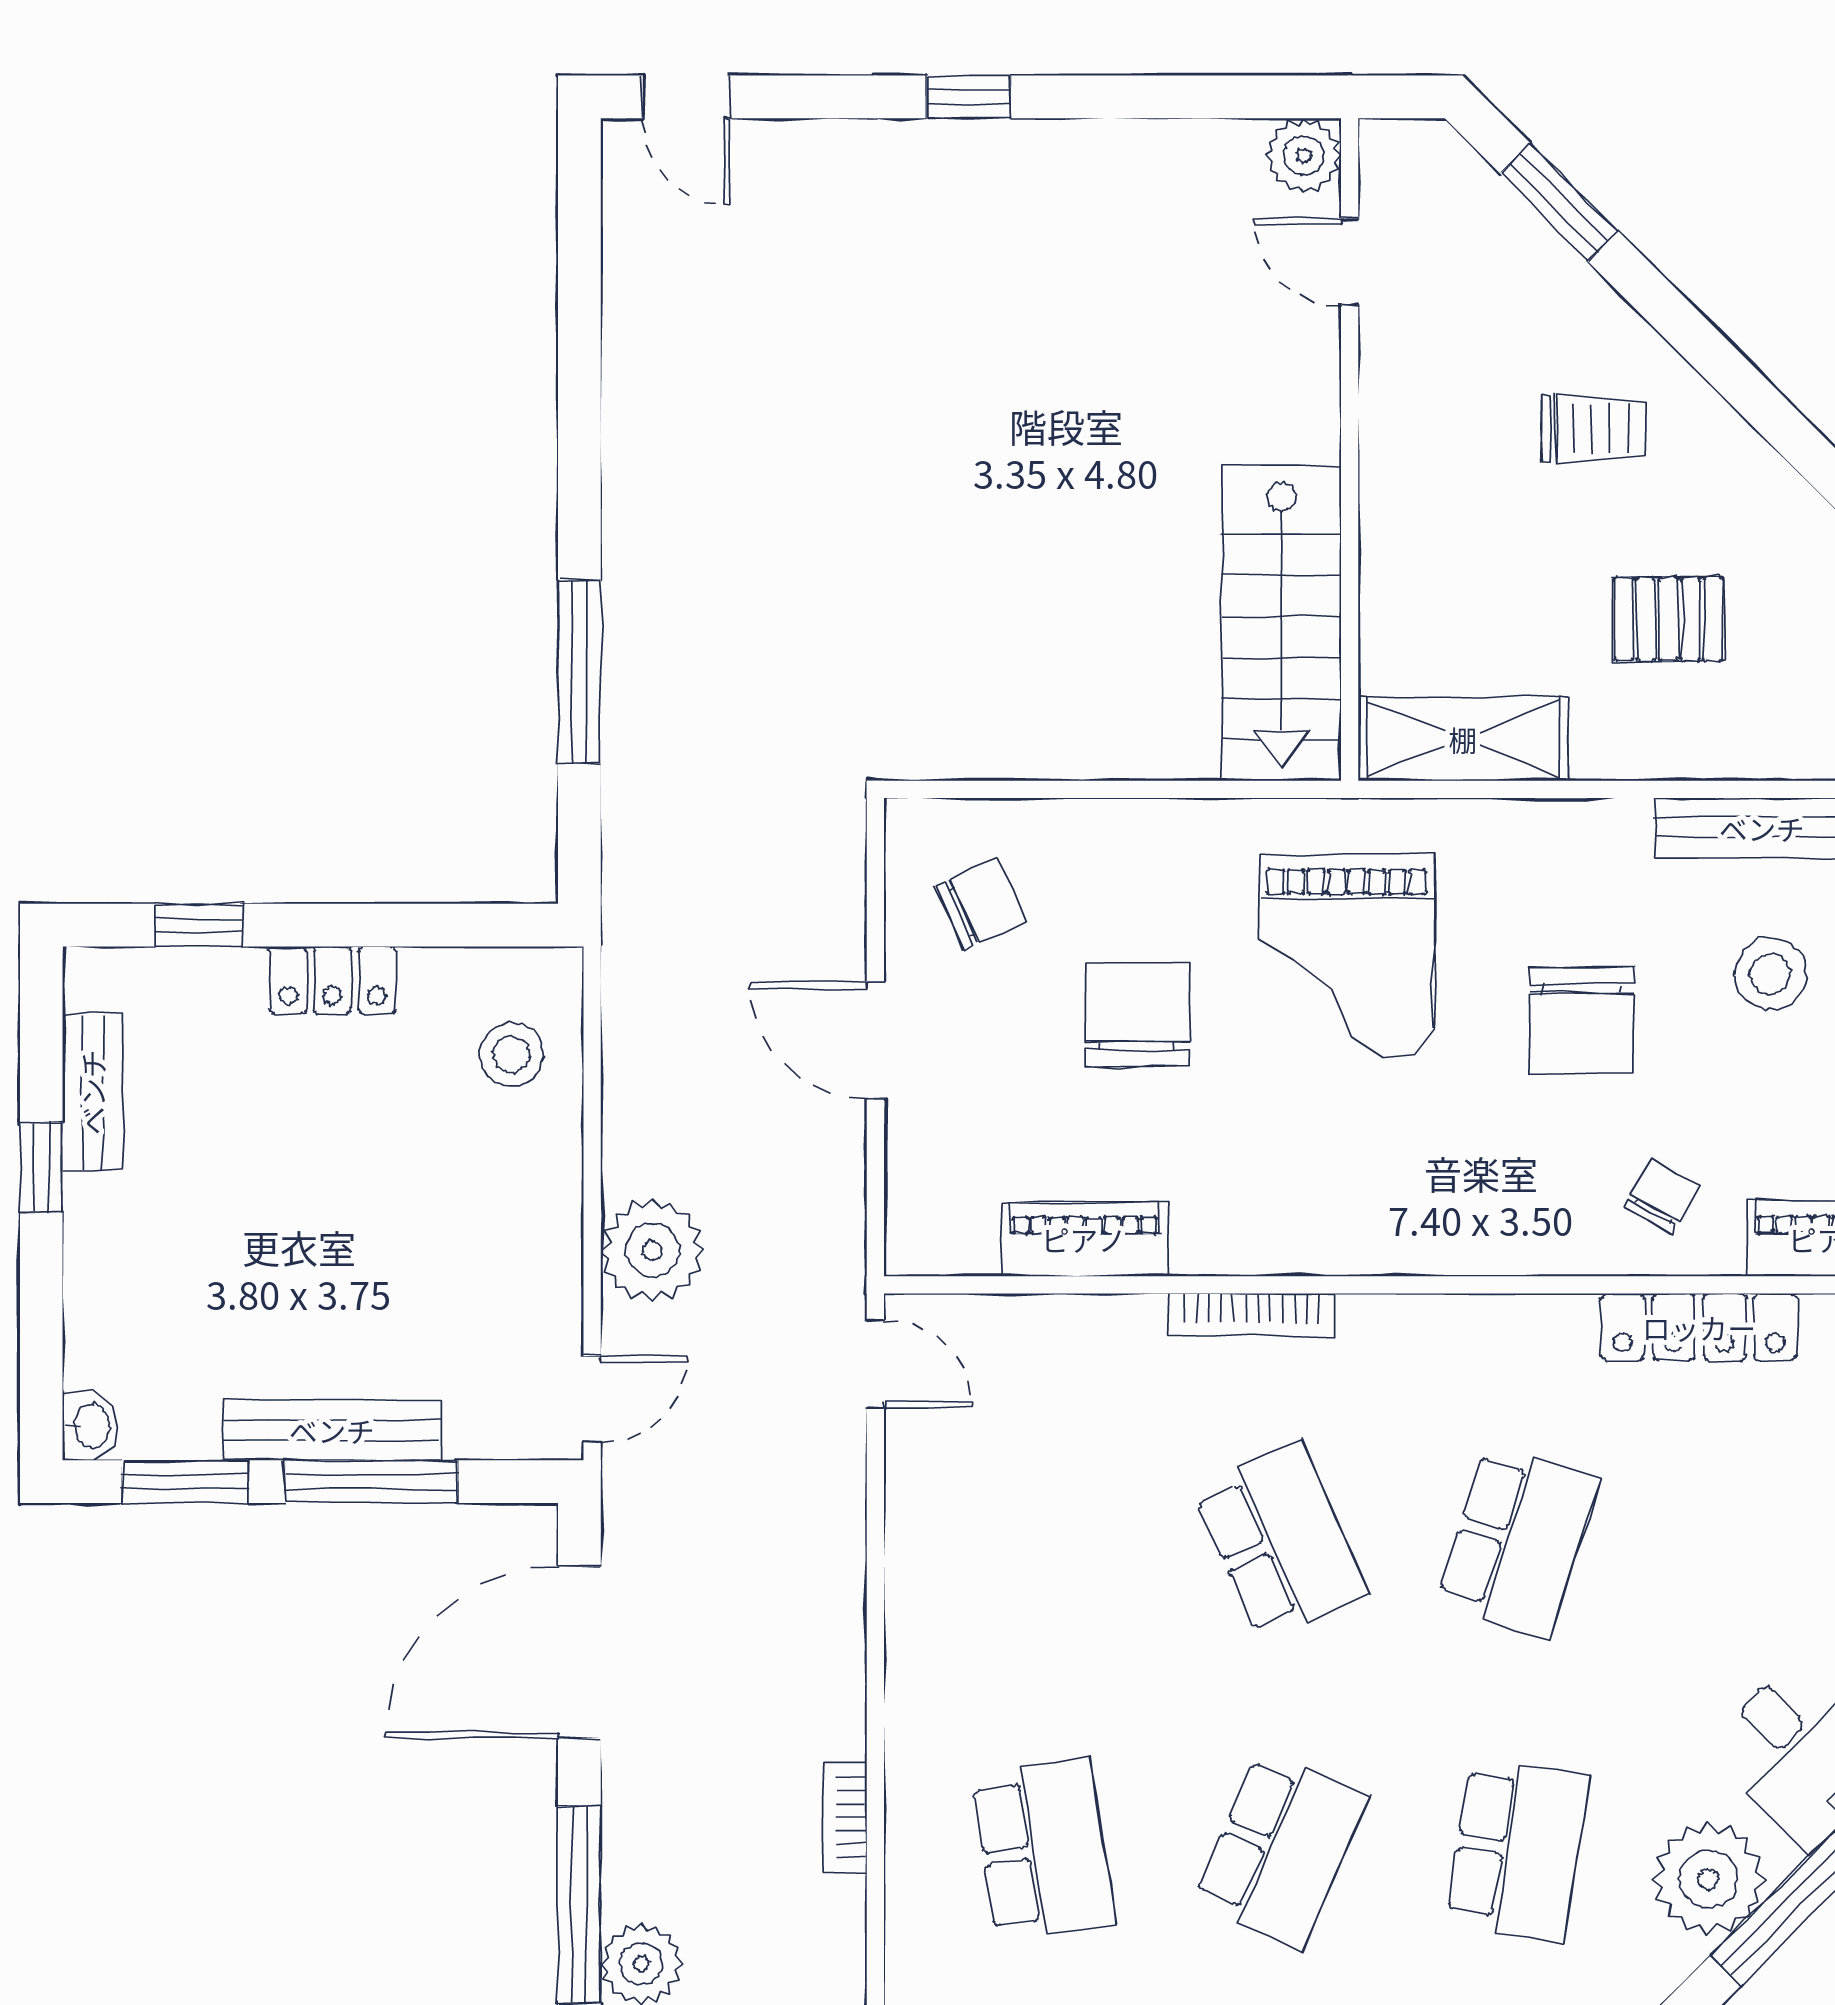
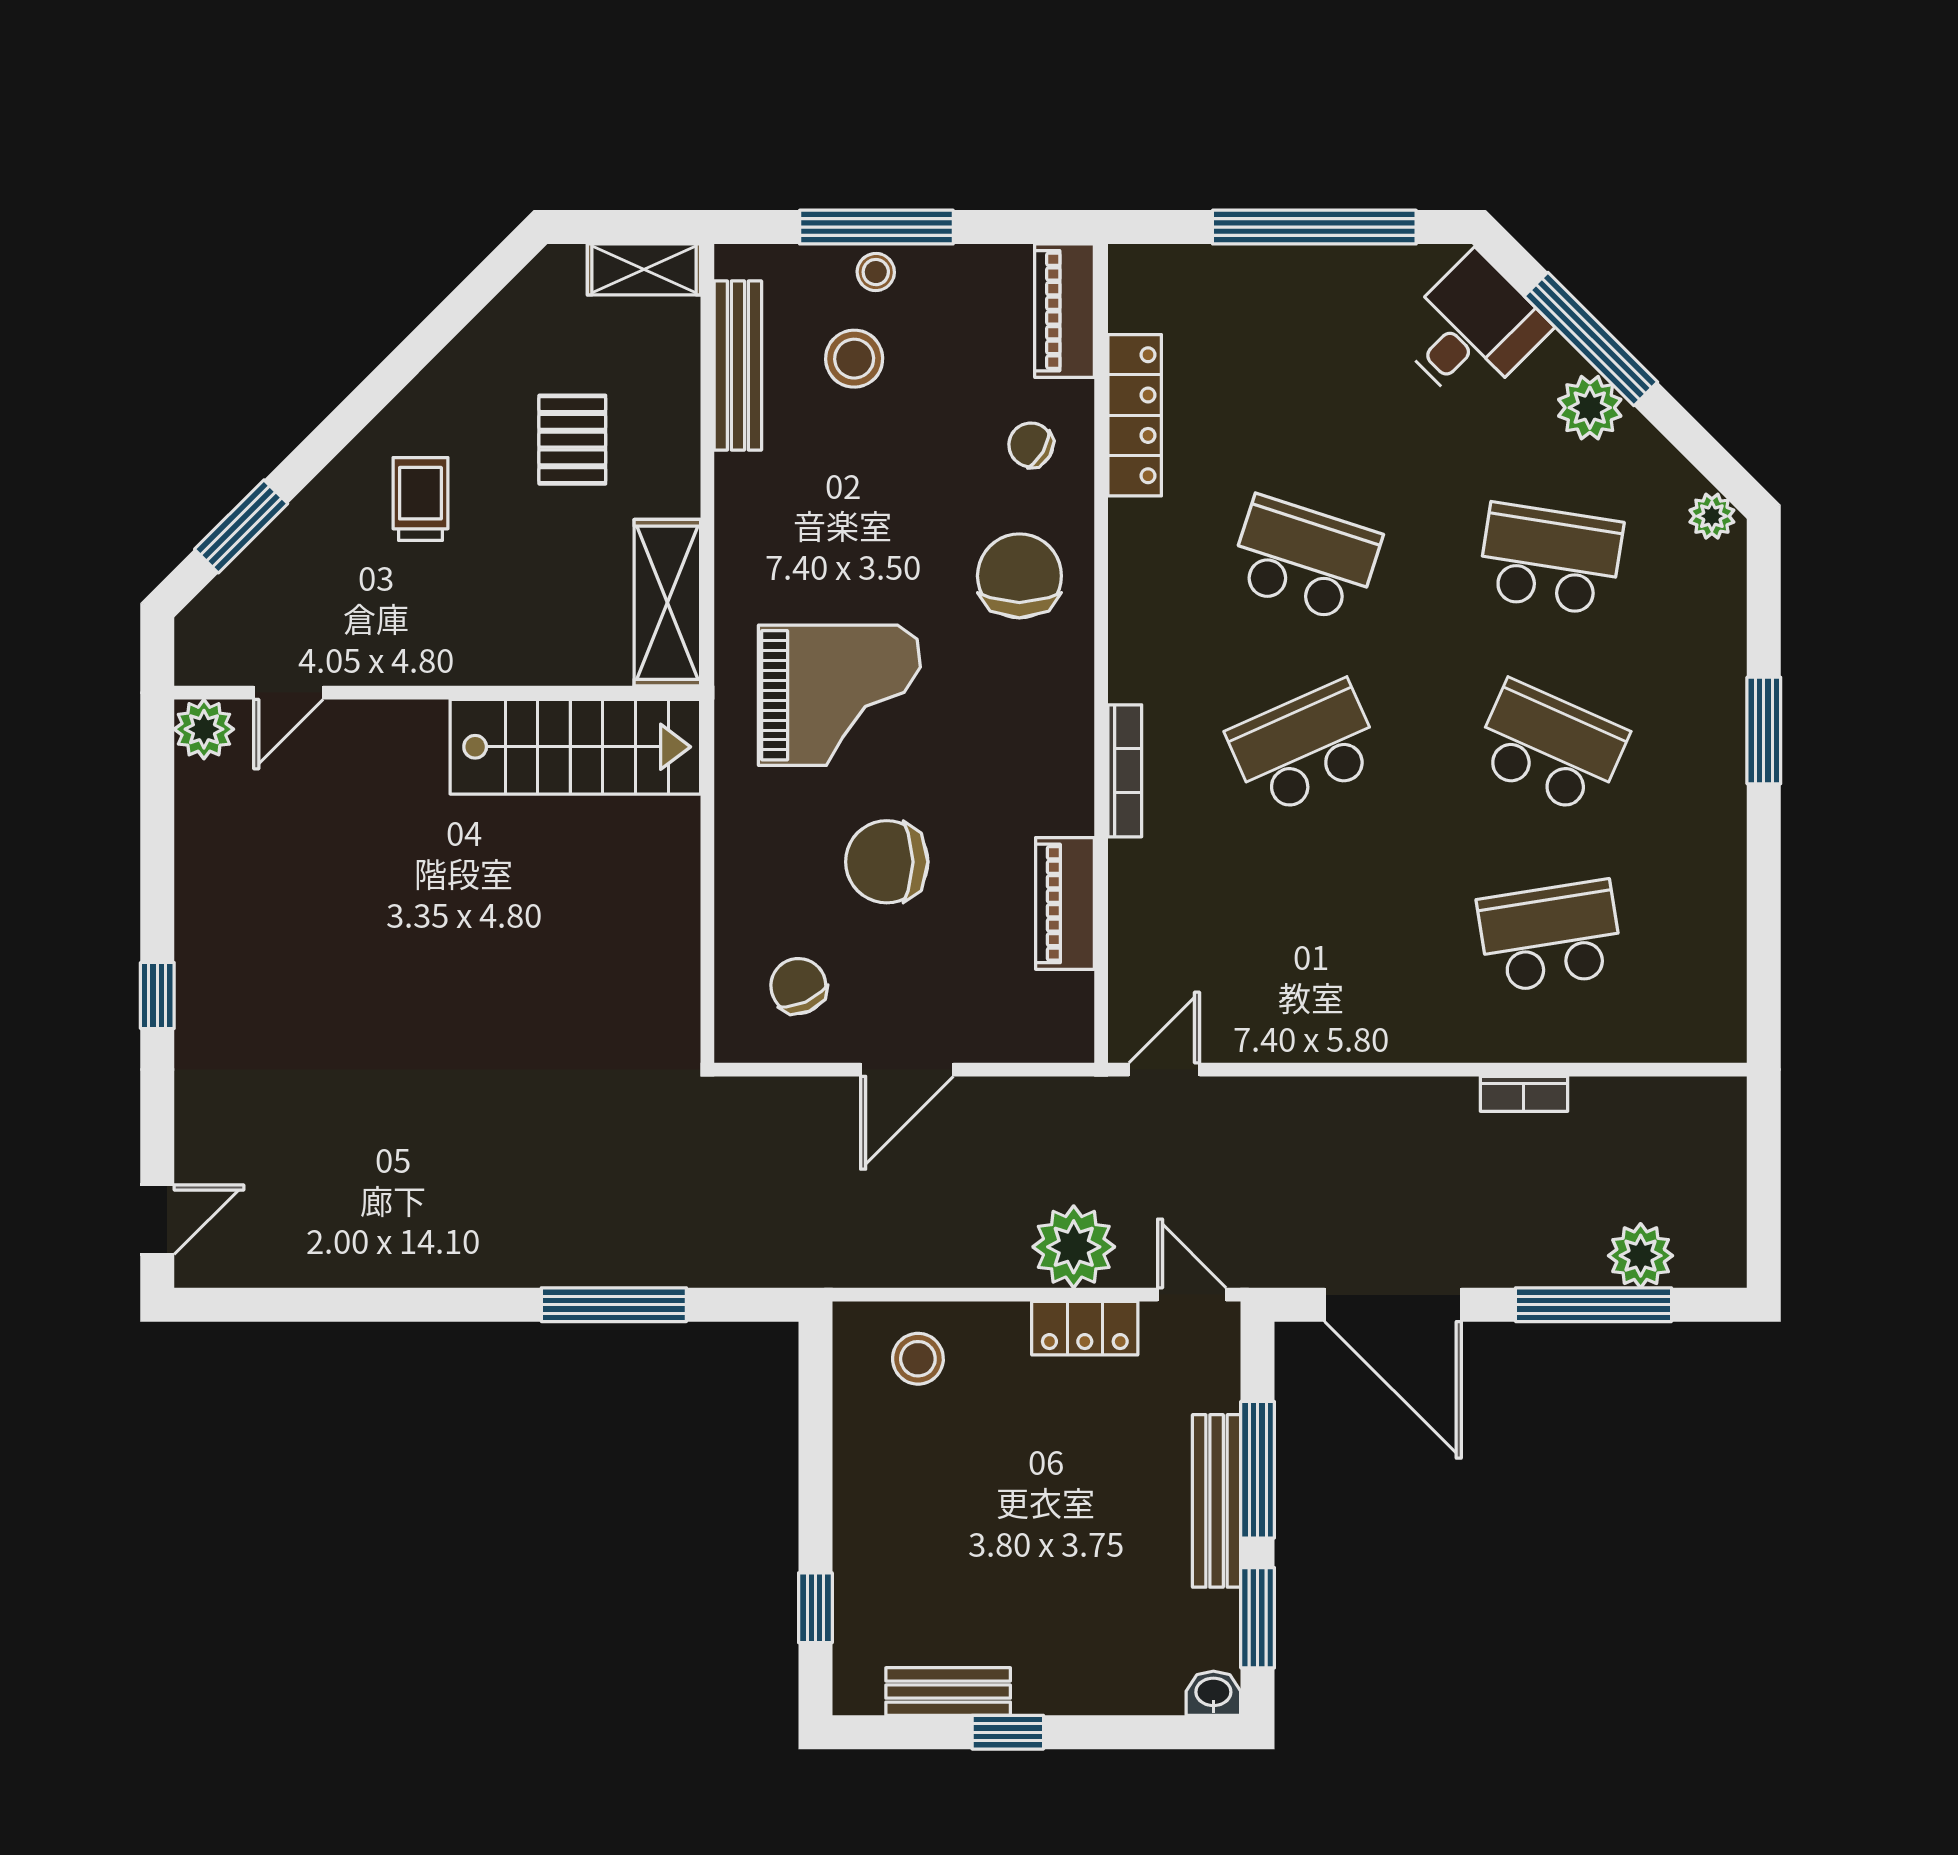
locker: (332, 980) -> (1085, 1328), moved, turned 90
chair: (1581, 1020) -> (1019, 576), moved, turned -90
plant: (1709, 1879) -> (1590, 408), width x0.73, depth x0.73

